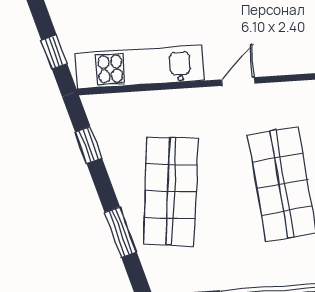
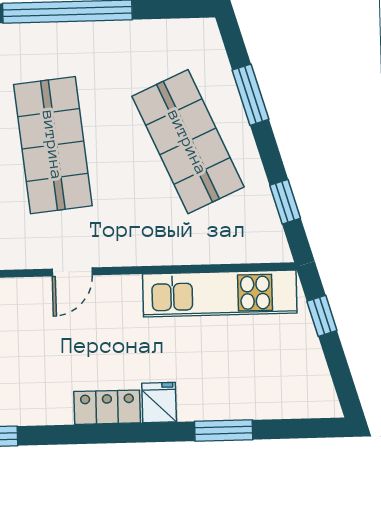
door: (238, 82) -> (72, 272), moved
shop shelf: (171, 191) -> (188, 142), turned -30

